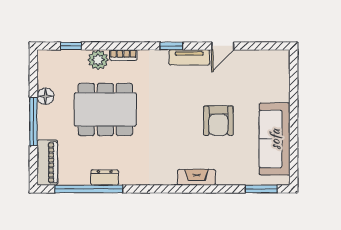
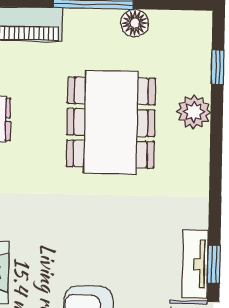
window: (171, 46) -> (214, 264), moved
bookcase: (123, 55) -> (201, 154), removed

